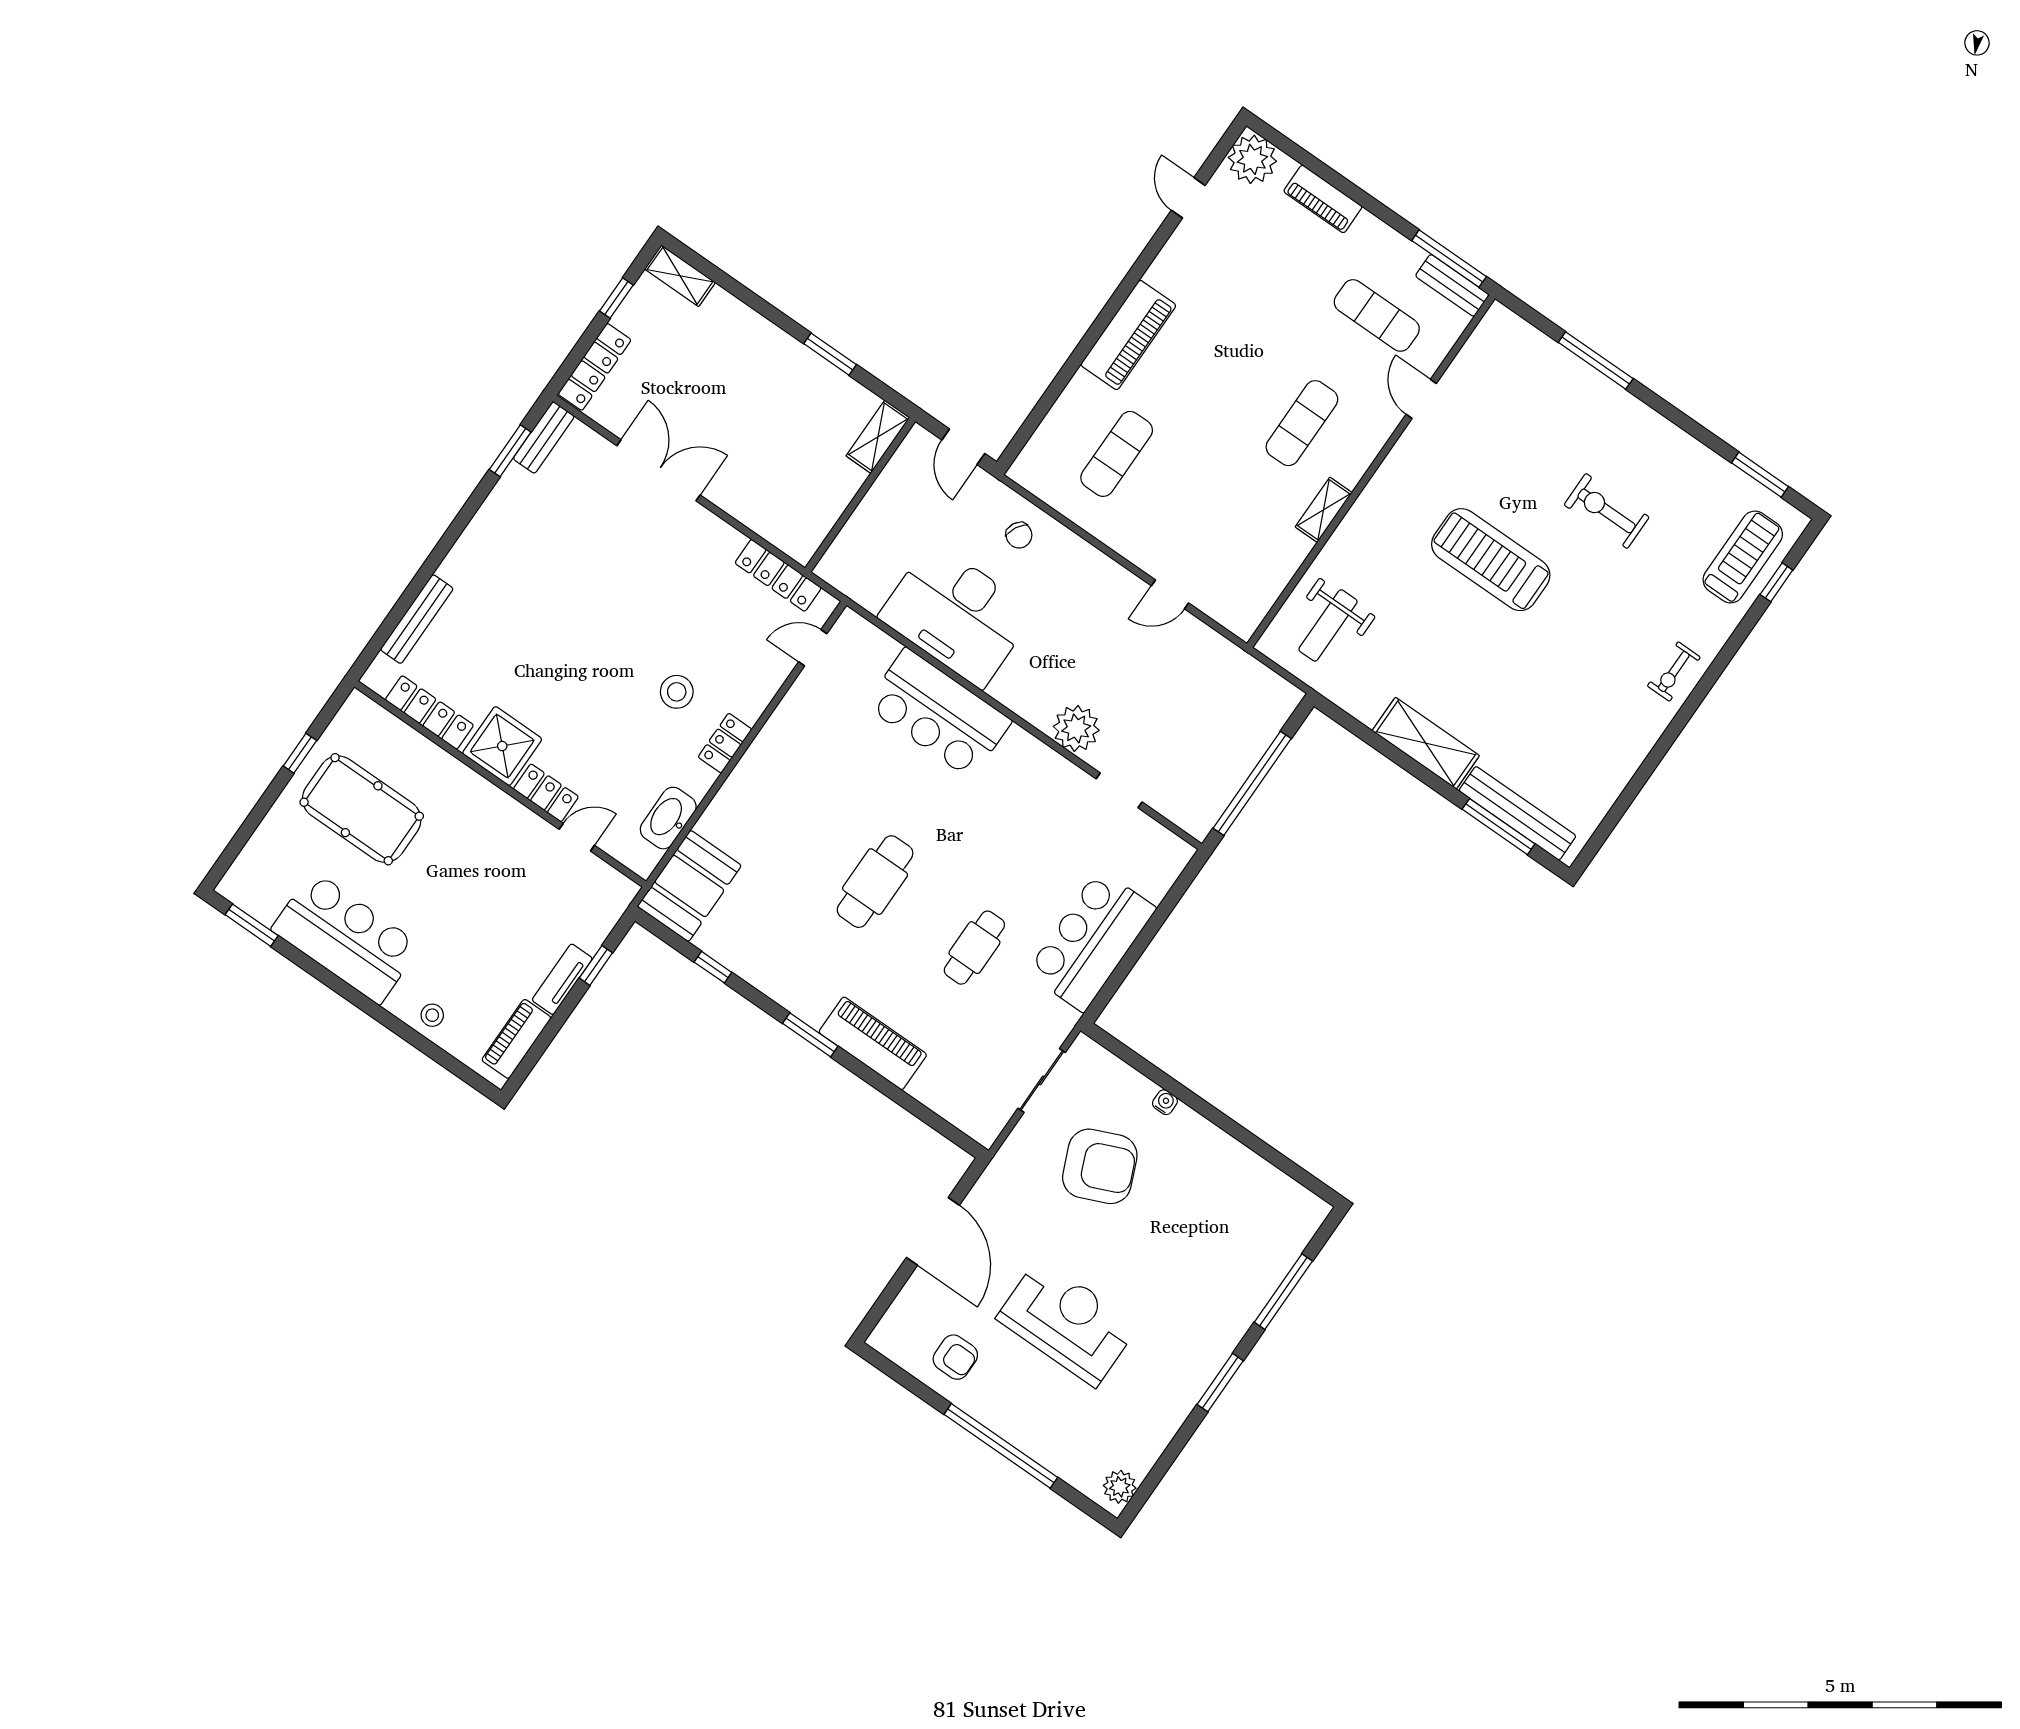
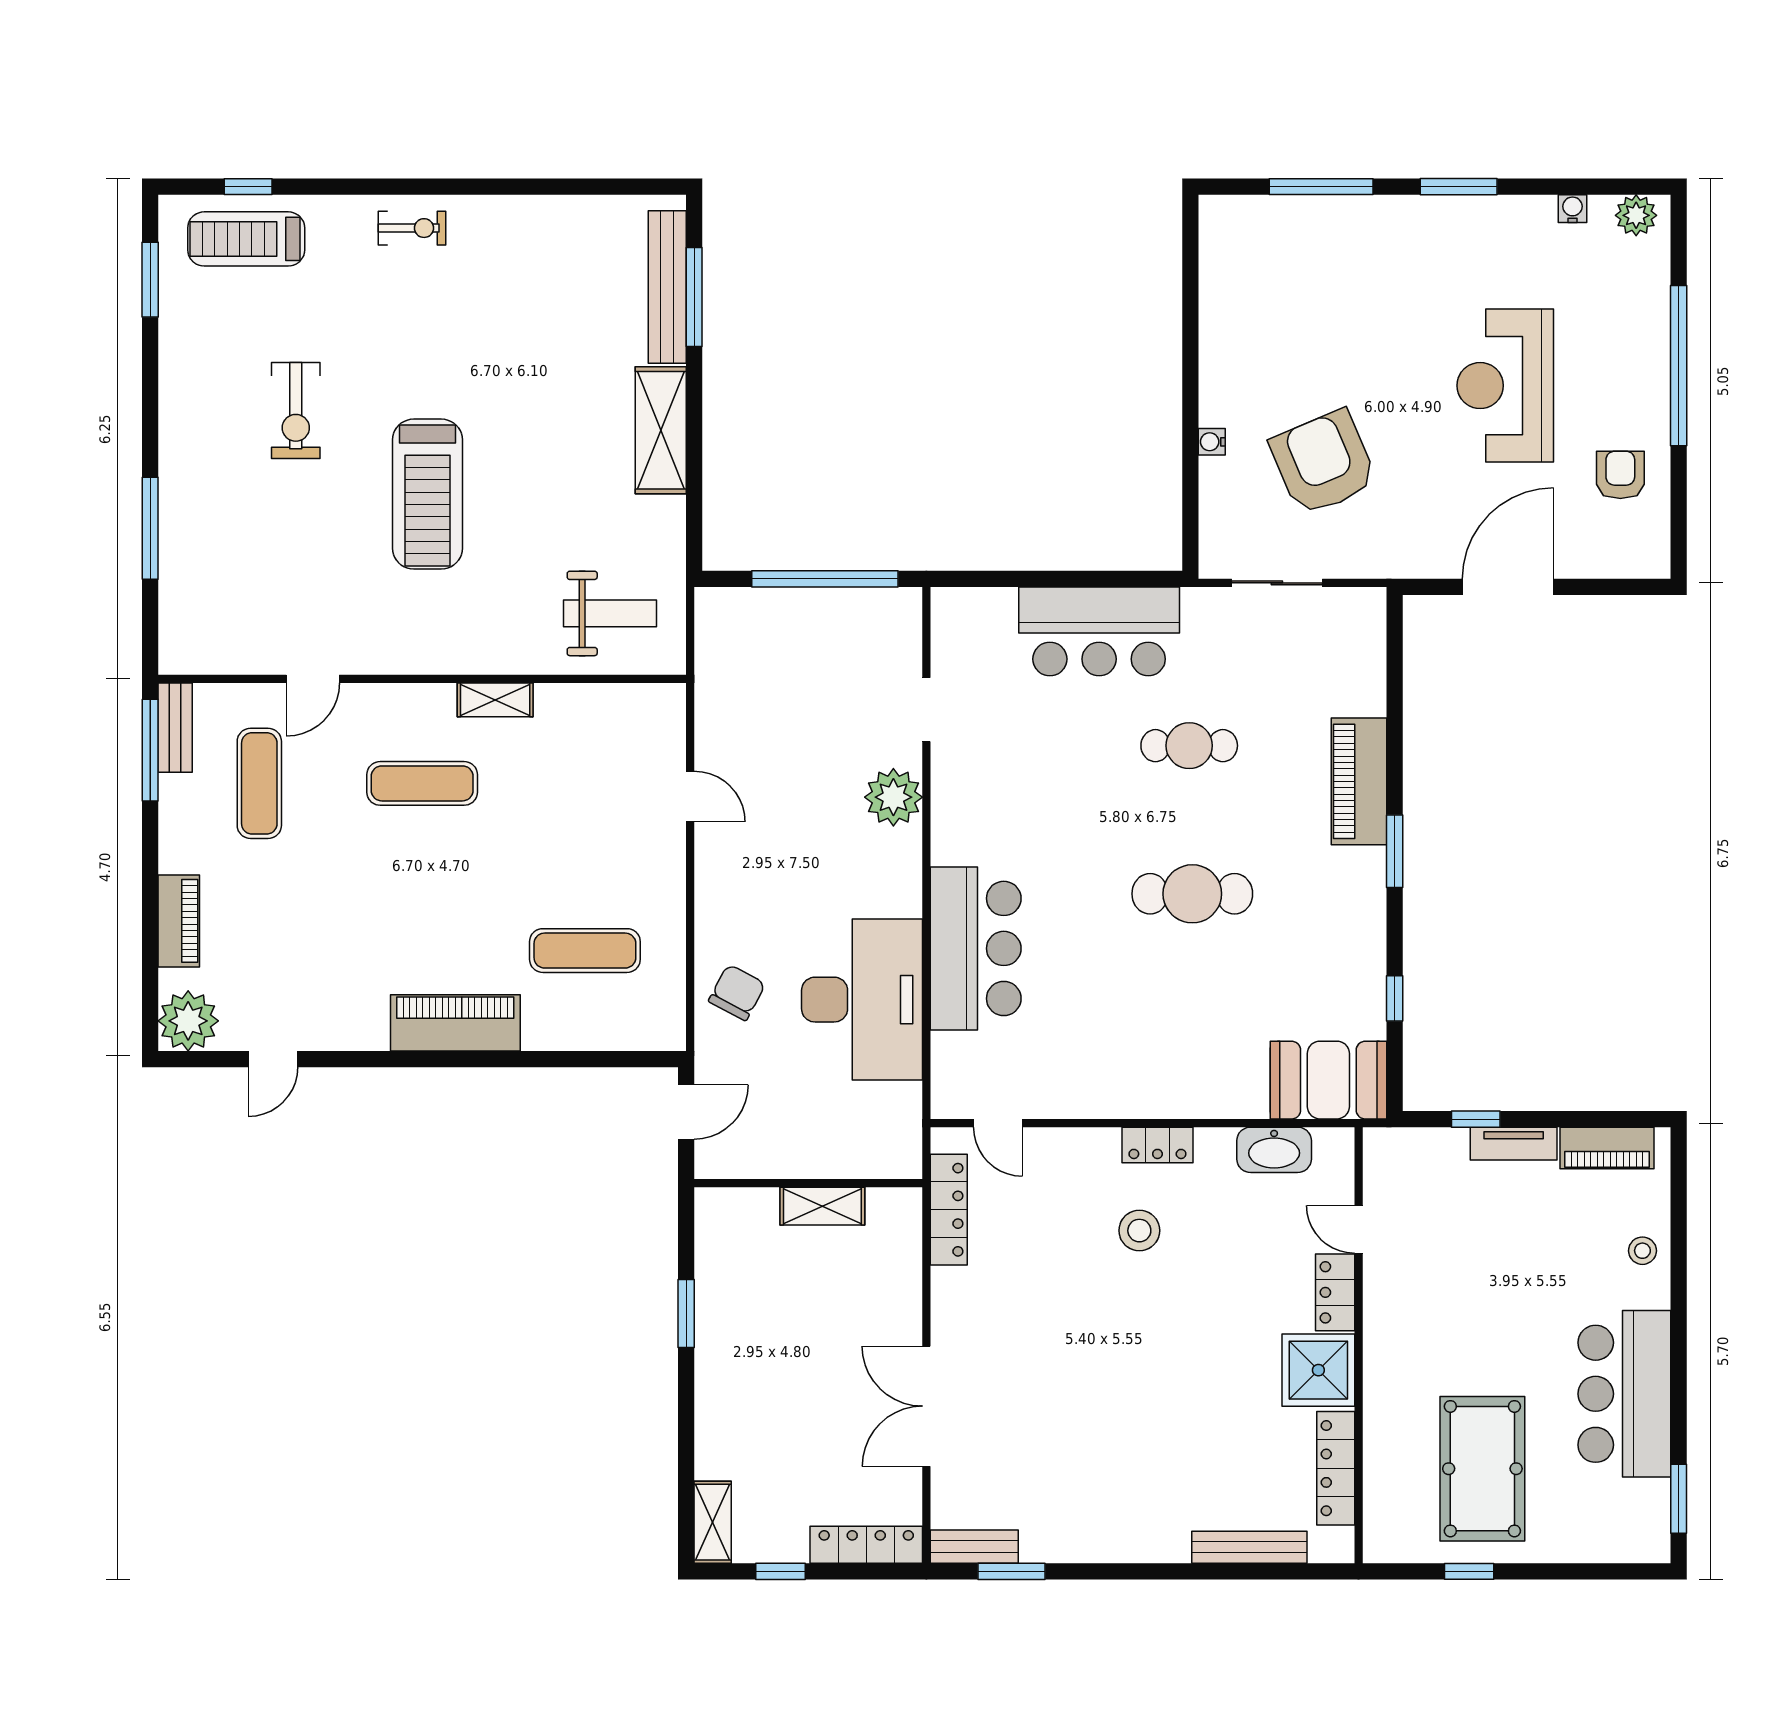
shelving: (878, 437) -> (822, 1206), moved
chair: (1019, 535) -> (737, 992), width x1.37, depth x1.37
water cooler: (1153, 1448) -> (1573, 209), added

